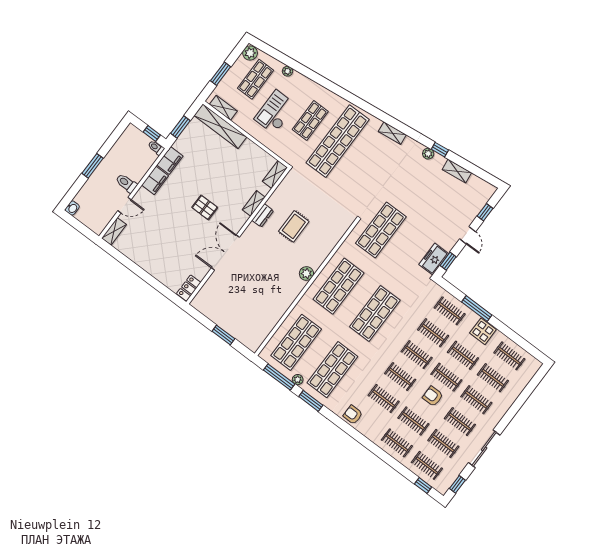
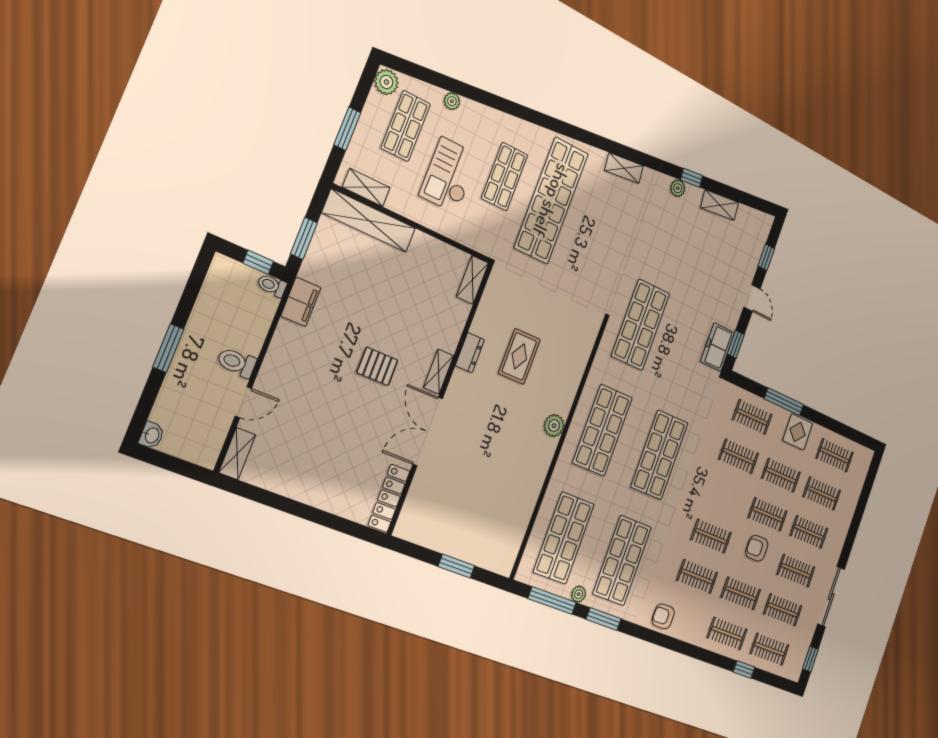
filing cabinet: (155, 180) -> (285, 344), removed
shelving: (254, 203) -> (439, 372), moved
locker: (189, 288) -> (389, 498), width x1.53
clothes rail: (417, 355) -> (725, 496), removed
window: (423, 485) -> (744, 670), moved

